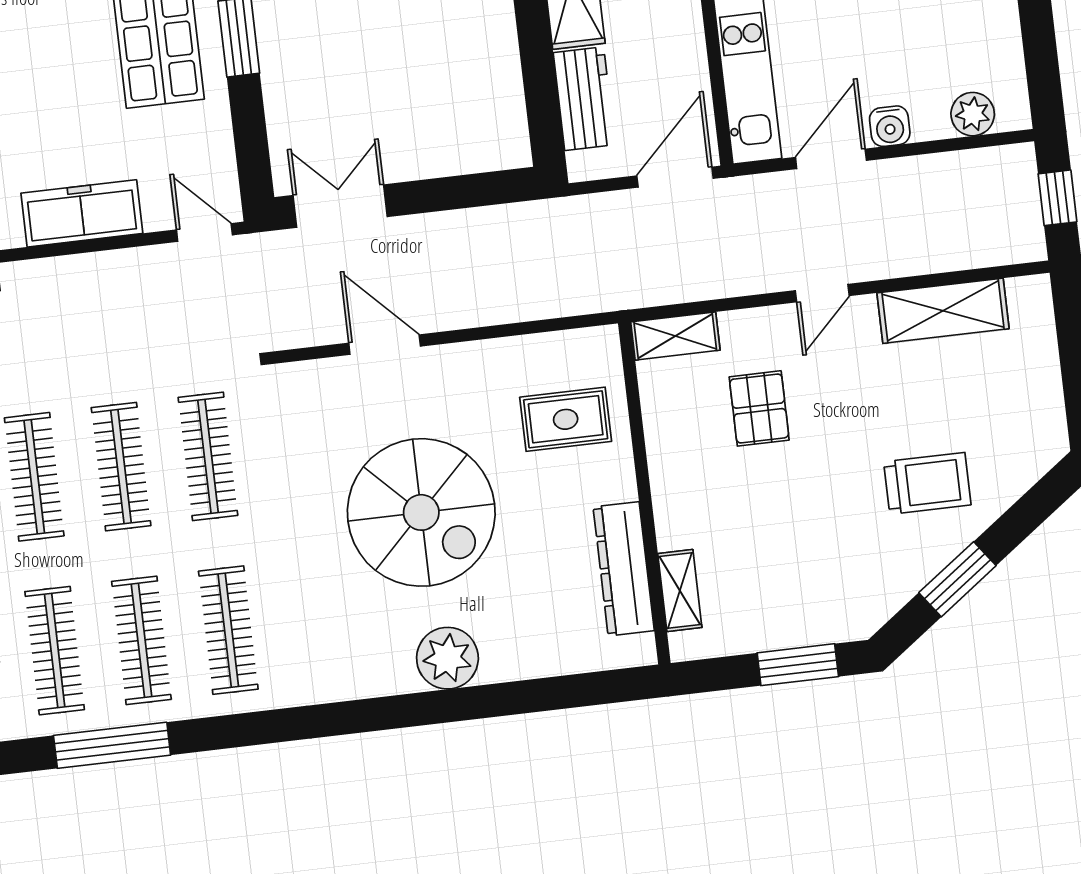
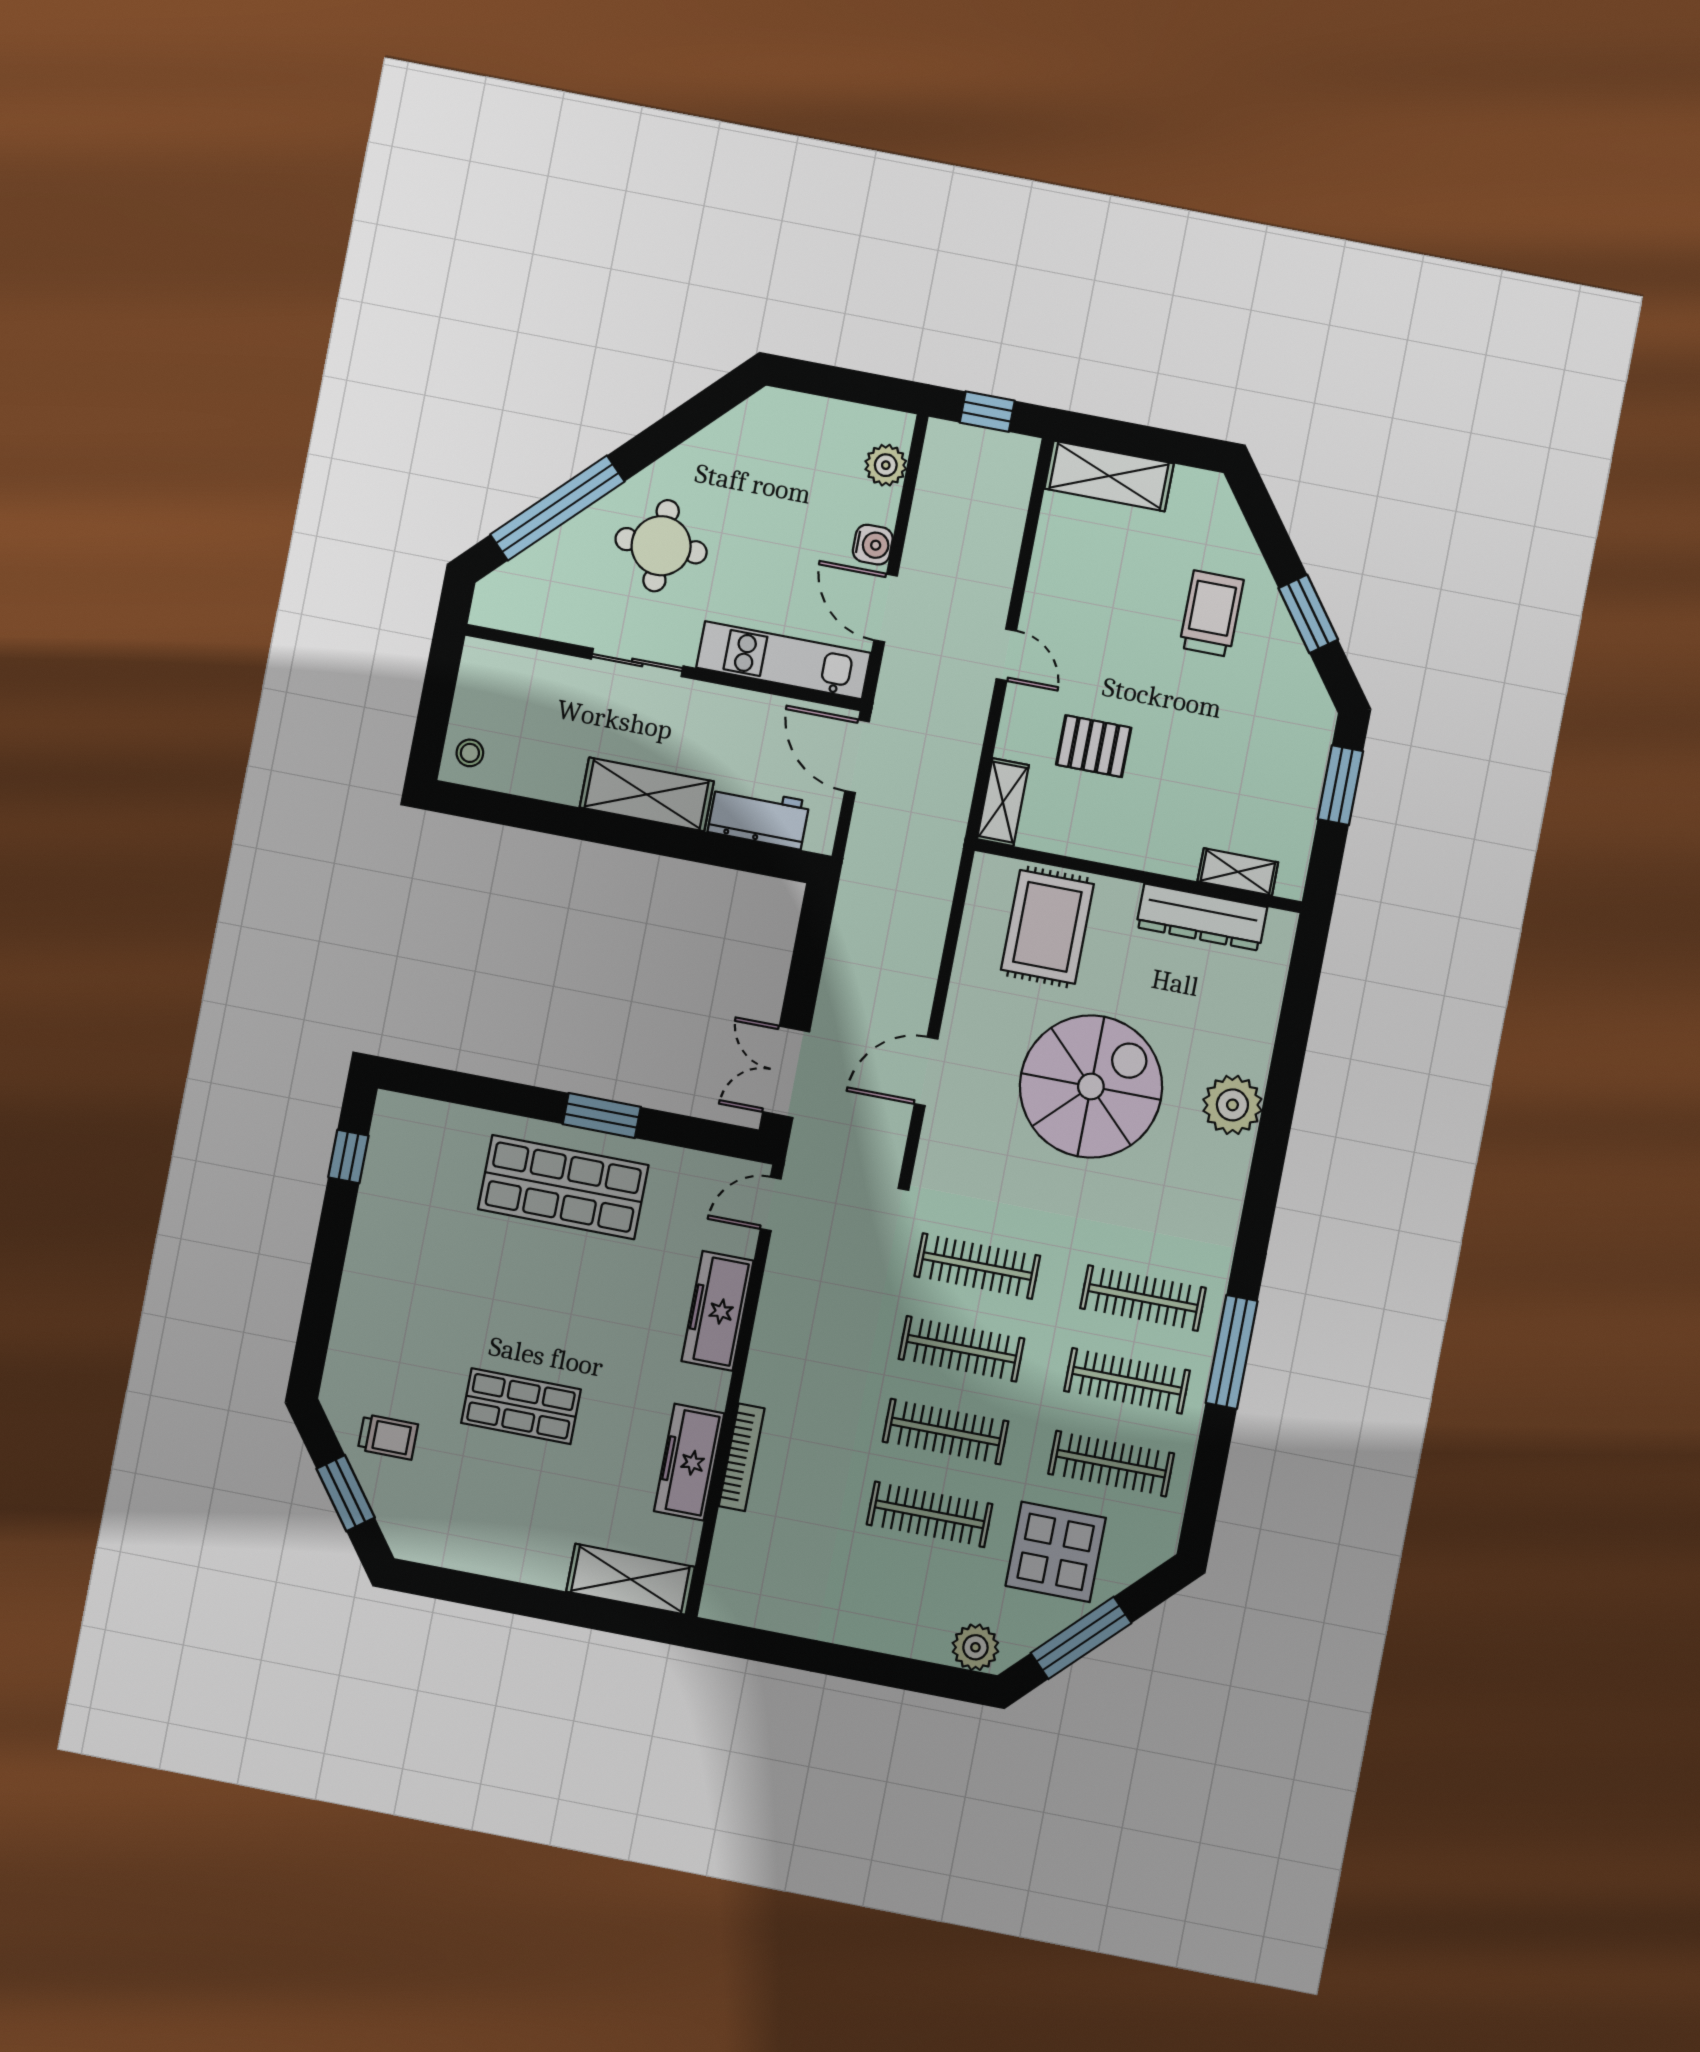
shelving: (943, 311) -> (1109, 476), moved, turned 90
rug: (566, 419) -> (1047, 927), width x1.36, depth x1.43
window: (112, 745) -> (1232, 1352), moved

